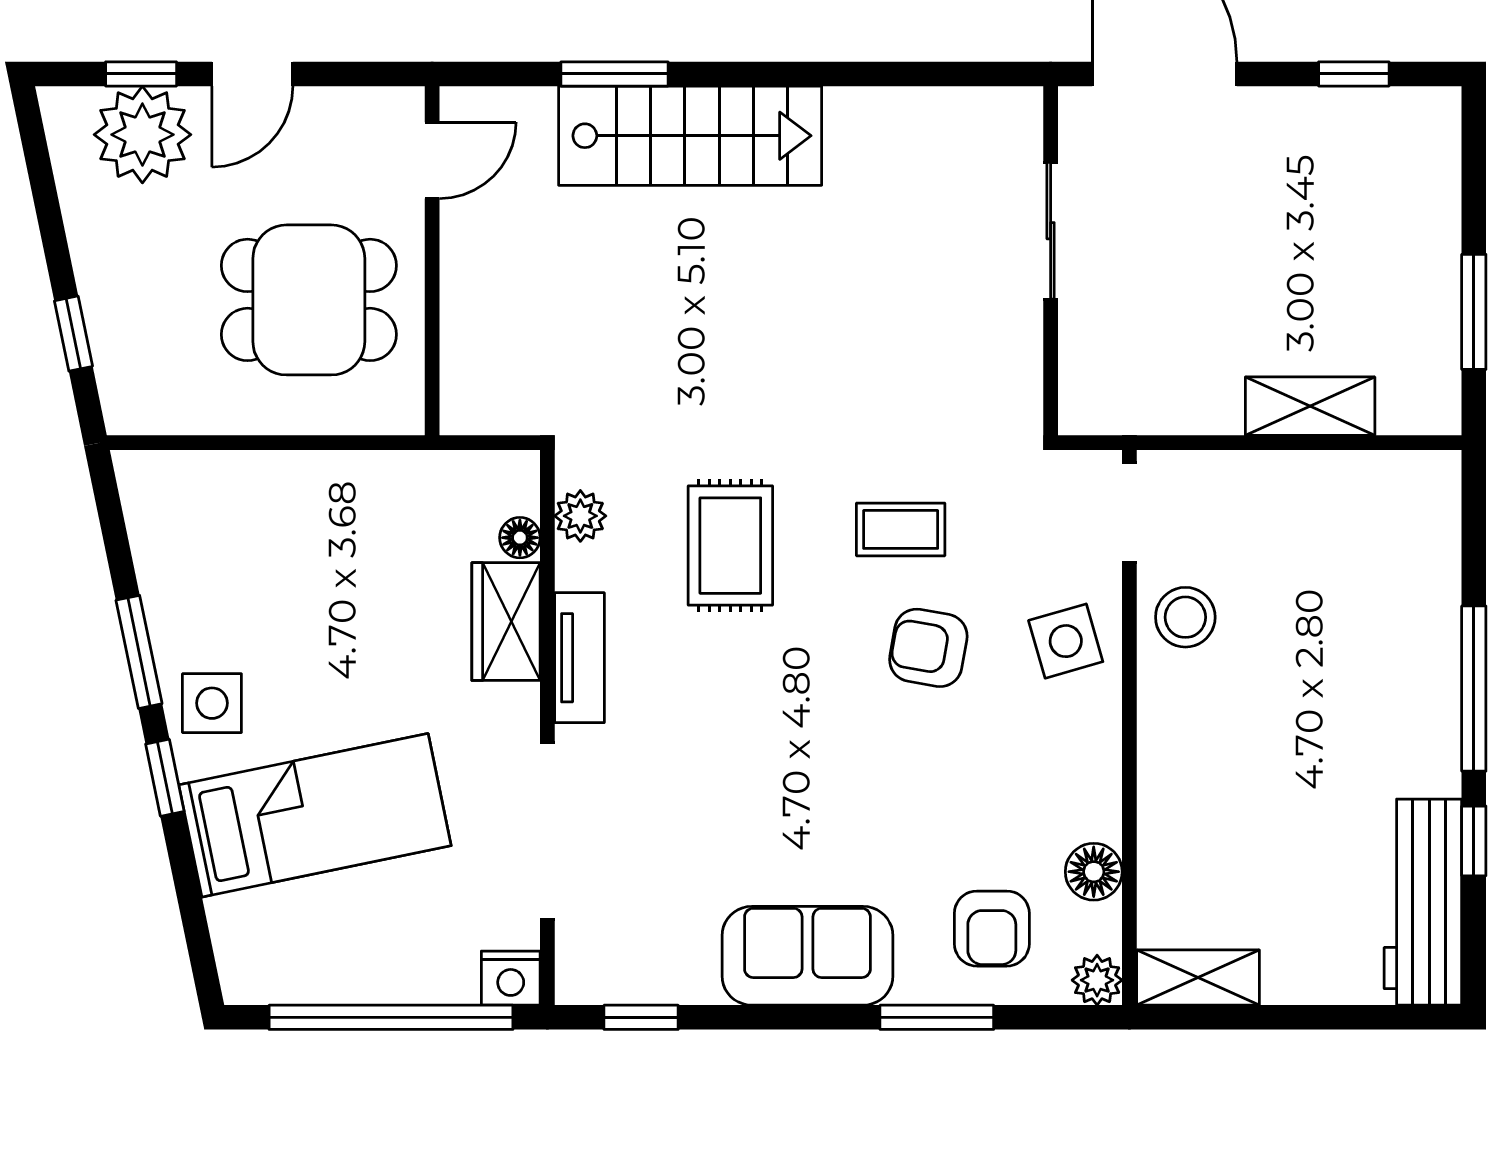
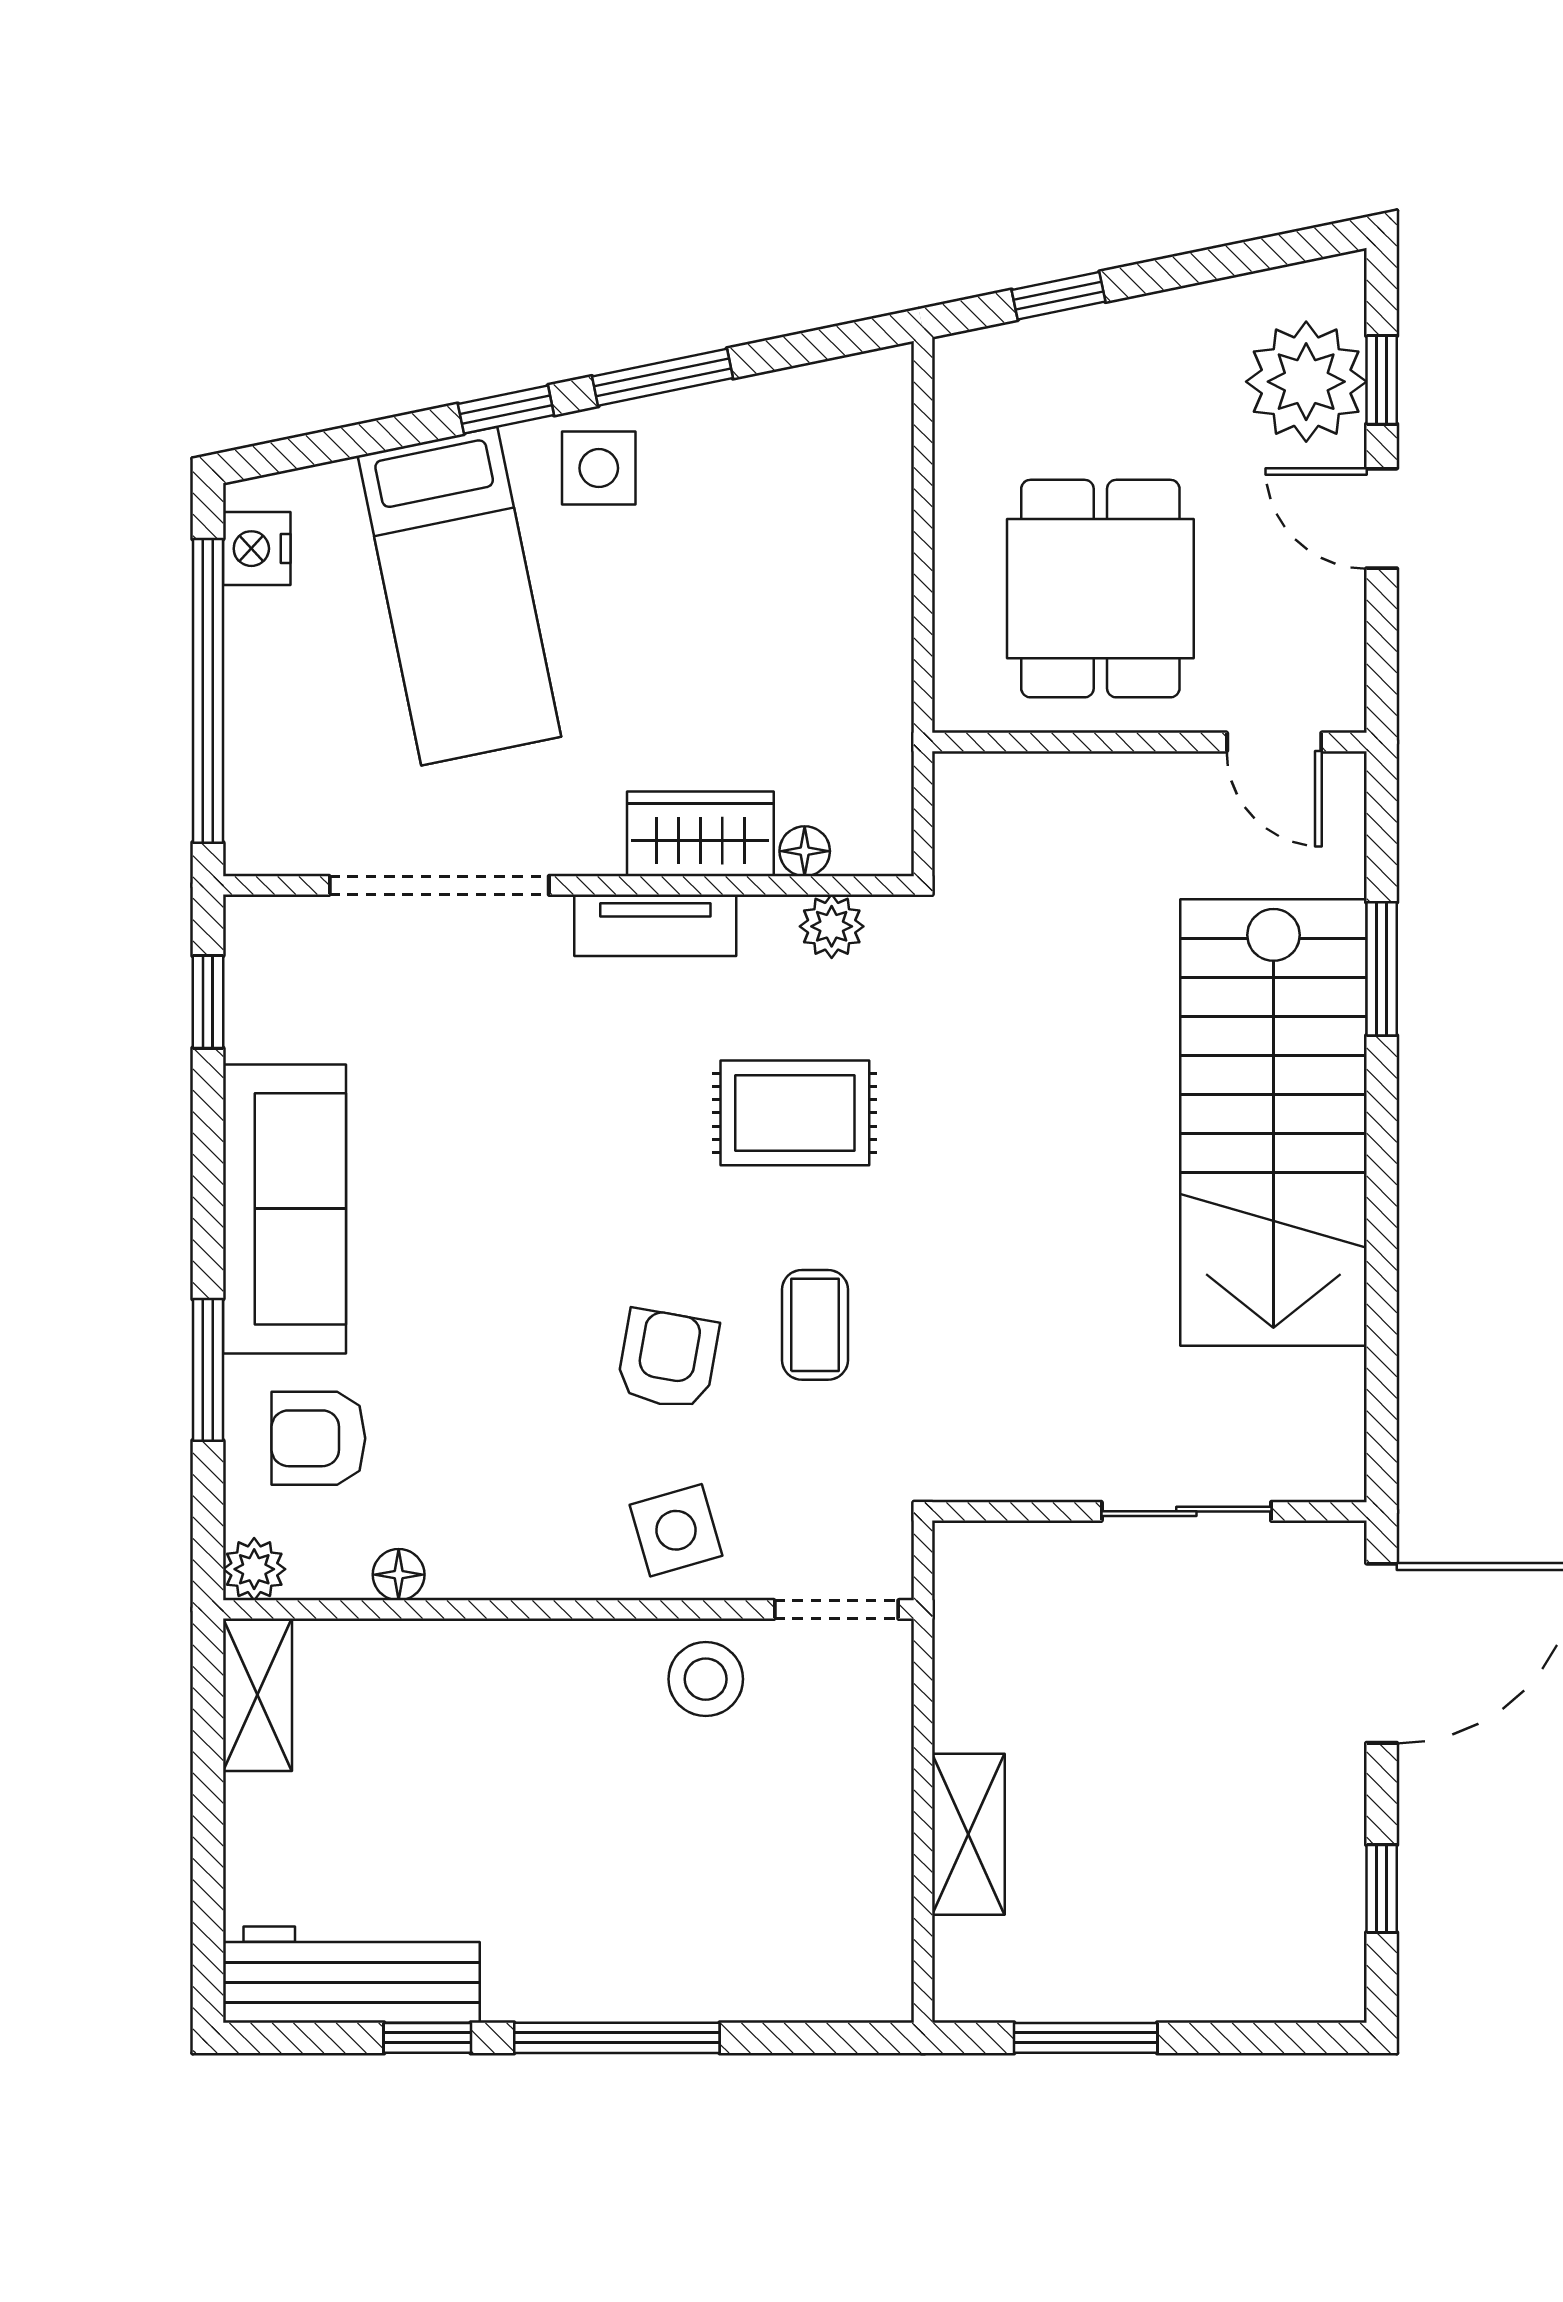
stairs: (690, 136) -> (1273, 1122), width x1.36, depth x1.51
floor lamp: (1094, 872) -> (399, 1575), width x0.73, depth x0.73
sofa: (807, 956) -> (285, 1209), width x1.36
nightstand: (511, 978) -> (257, 549), moved

